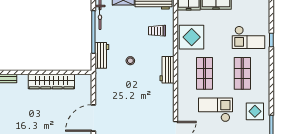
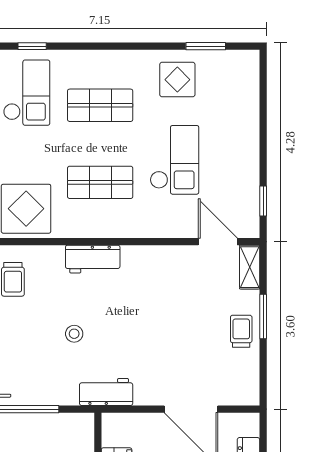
workbench: (102, 55) -> (106, 392), moved
checkout: (216, 110) -> (174, 160), turned 180

